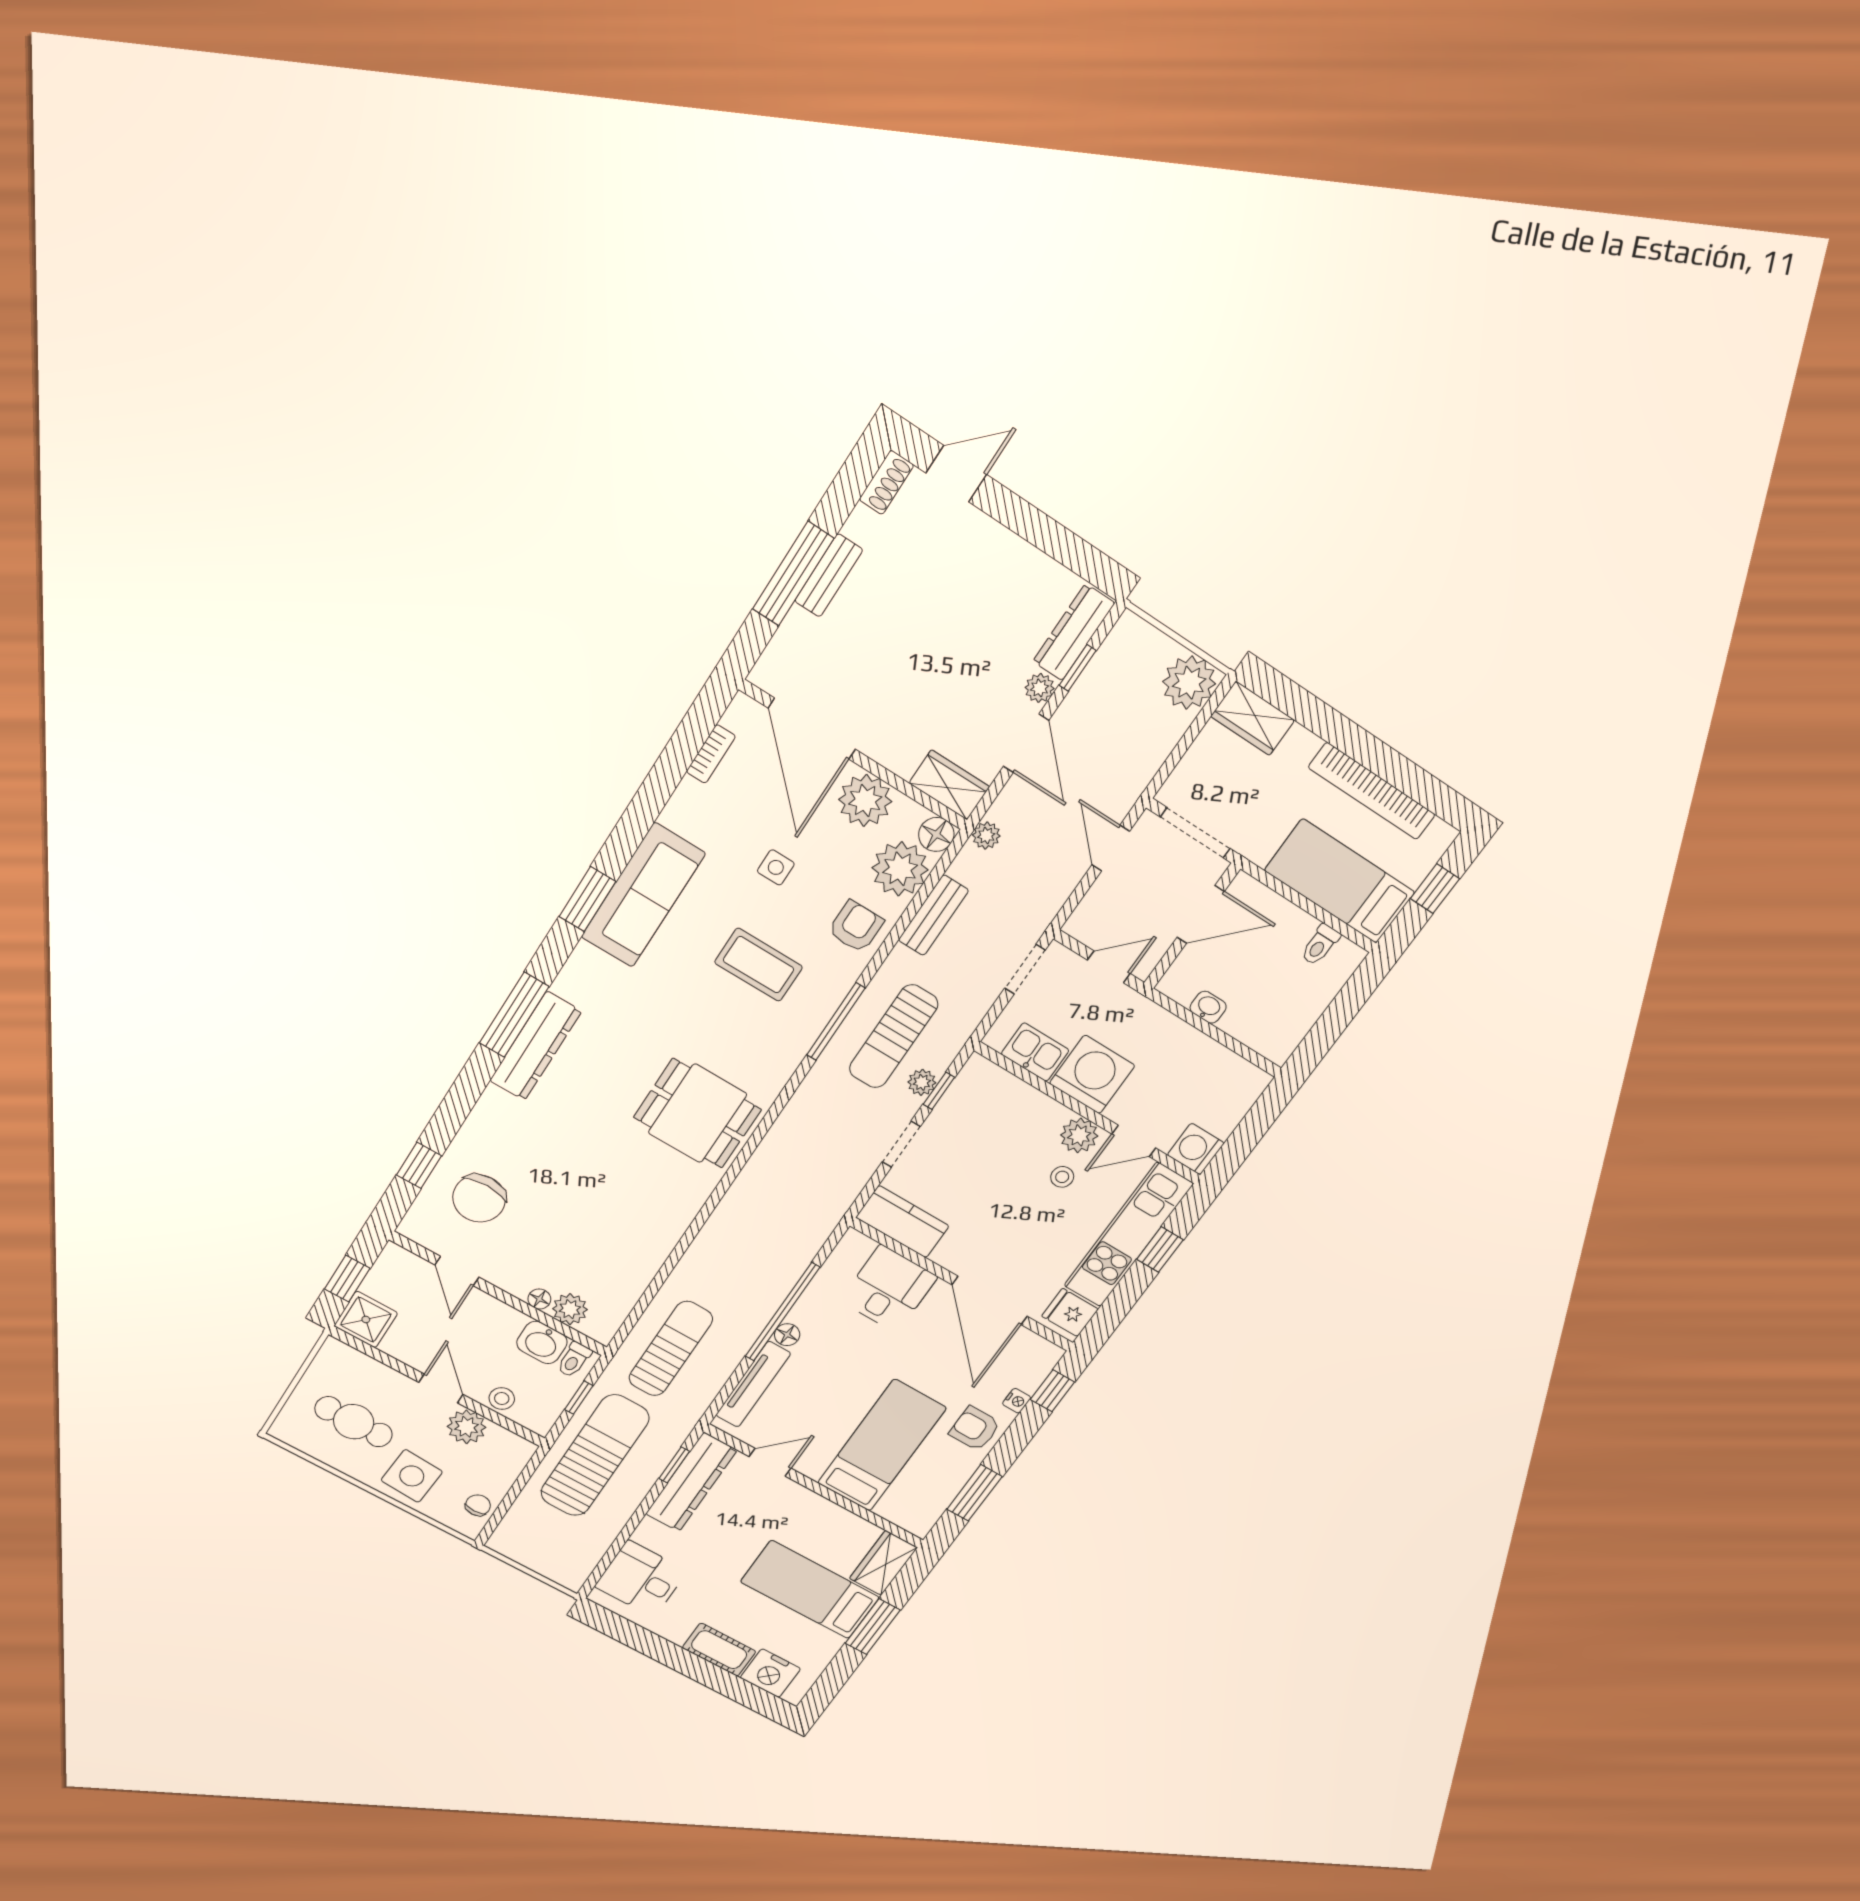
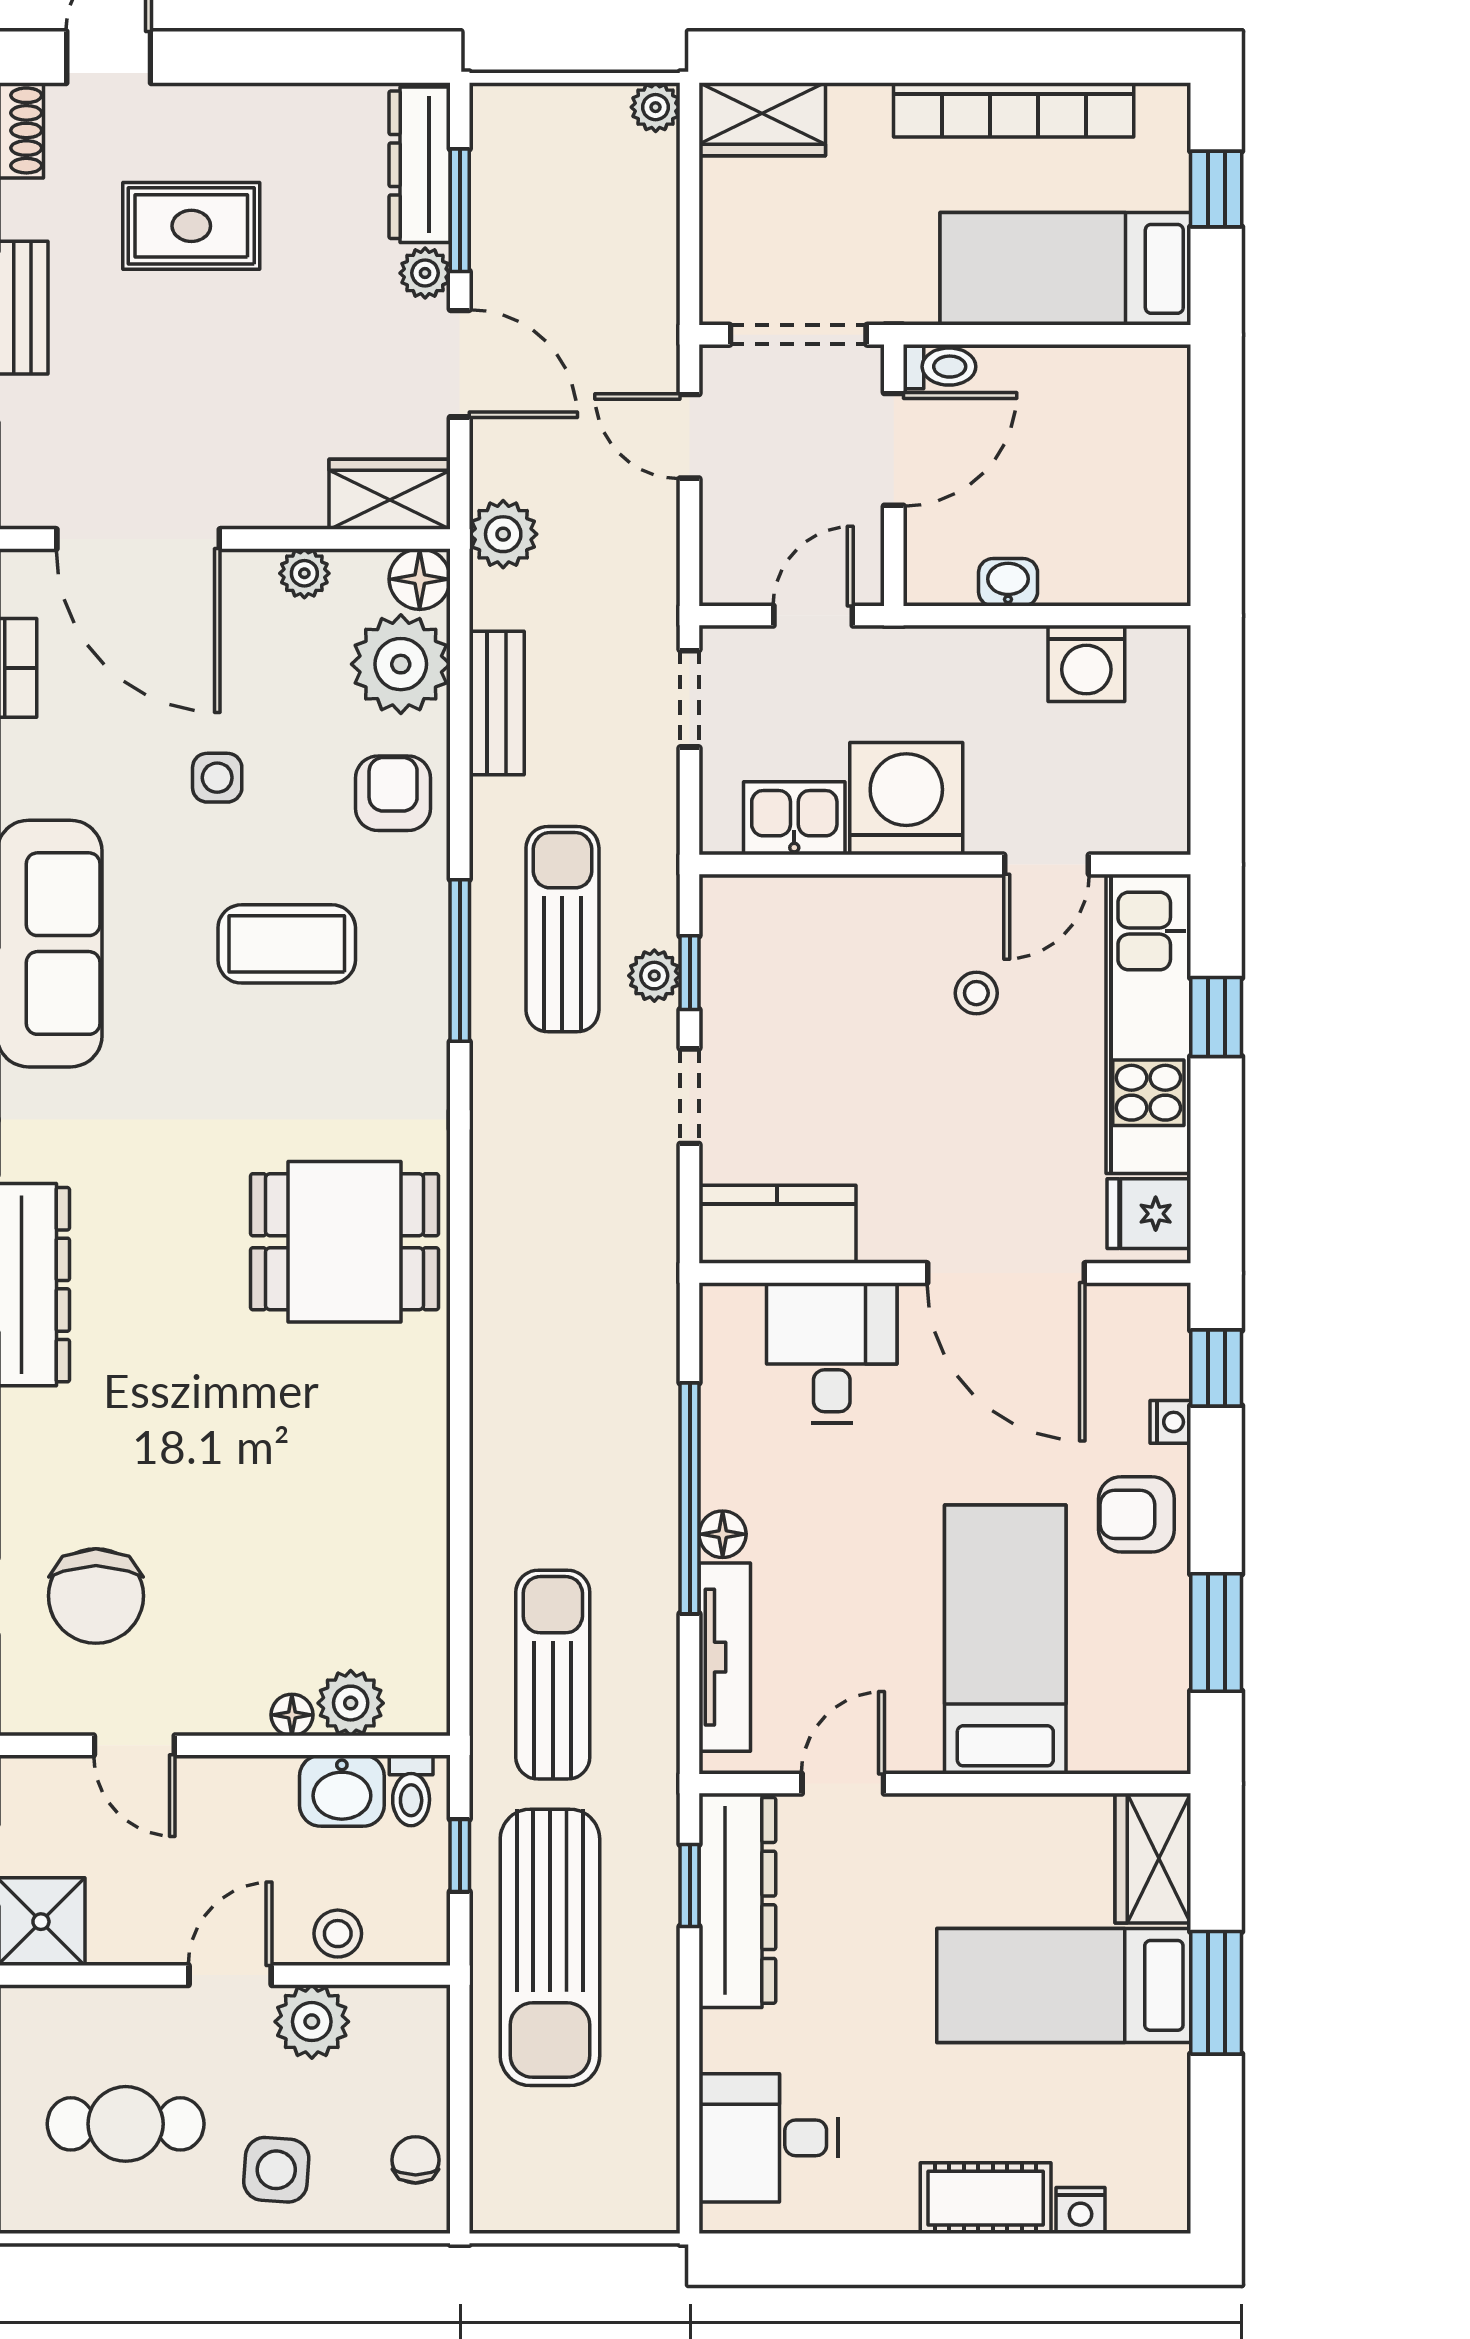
rug: (941, 589) -> (191, 226), added
window: (1078, 668) -> (460, 210), width x1.50
plant: (1189, 683) -> (656, 107), width x0.53, depth x0.53
plant: (865, 800) -> (304, 573), width x0.53, depth x0.53
plant: (986, 836) -> (503, 534), width x1.38, depth x1.38
toilet: (1320, 945) -> (940, 367), moved, turned -90
sun lounger: (894, 1036) -> (562, 929), turned 180
plant: (1079, 1135) -> (955, 909), removed
washing machine: (1196, 1149) -> (1086, 663), moved, turned -90
door: (441, 1388) -> (230, 1975), hinge flipped
sun lounger: (595, 1455) -> (550, 1947), turned 180
side table: (412, 1476) -> (276, 2170), width x0.73, depth x0.73
nightstand: (770, 1673) -> (1080, 2210), width x0.53, depth x0.56

